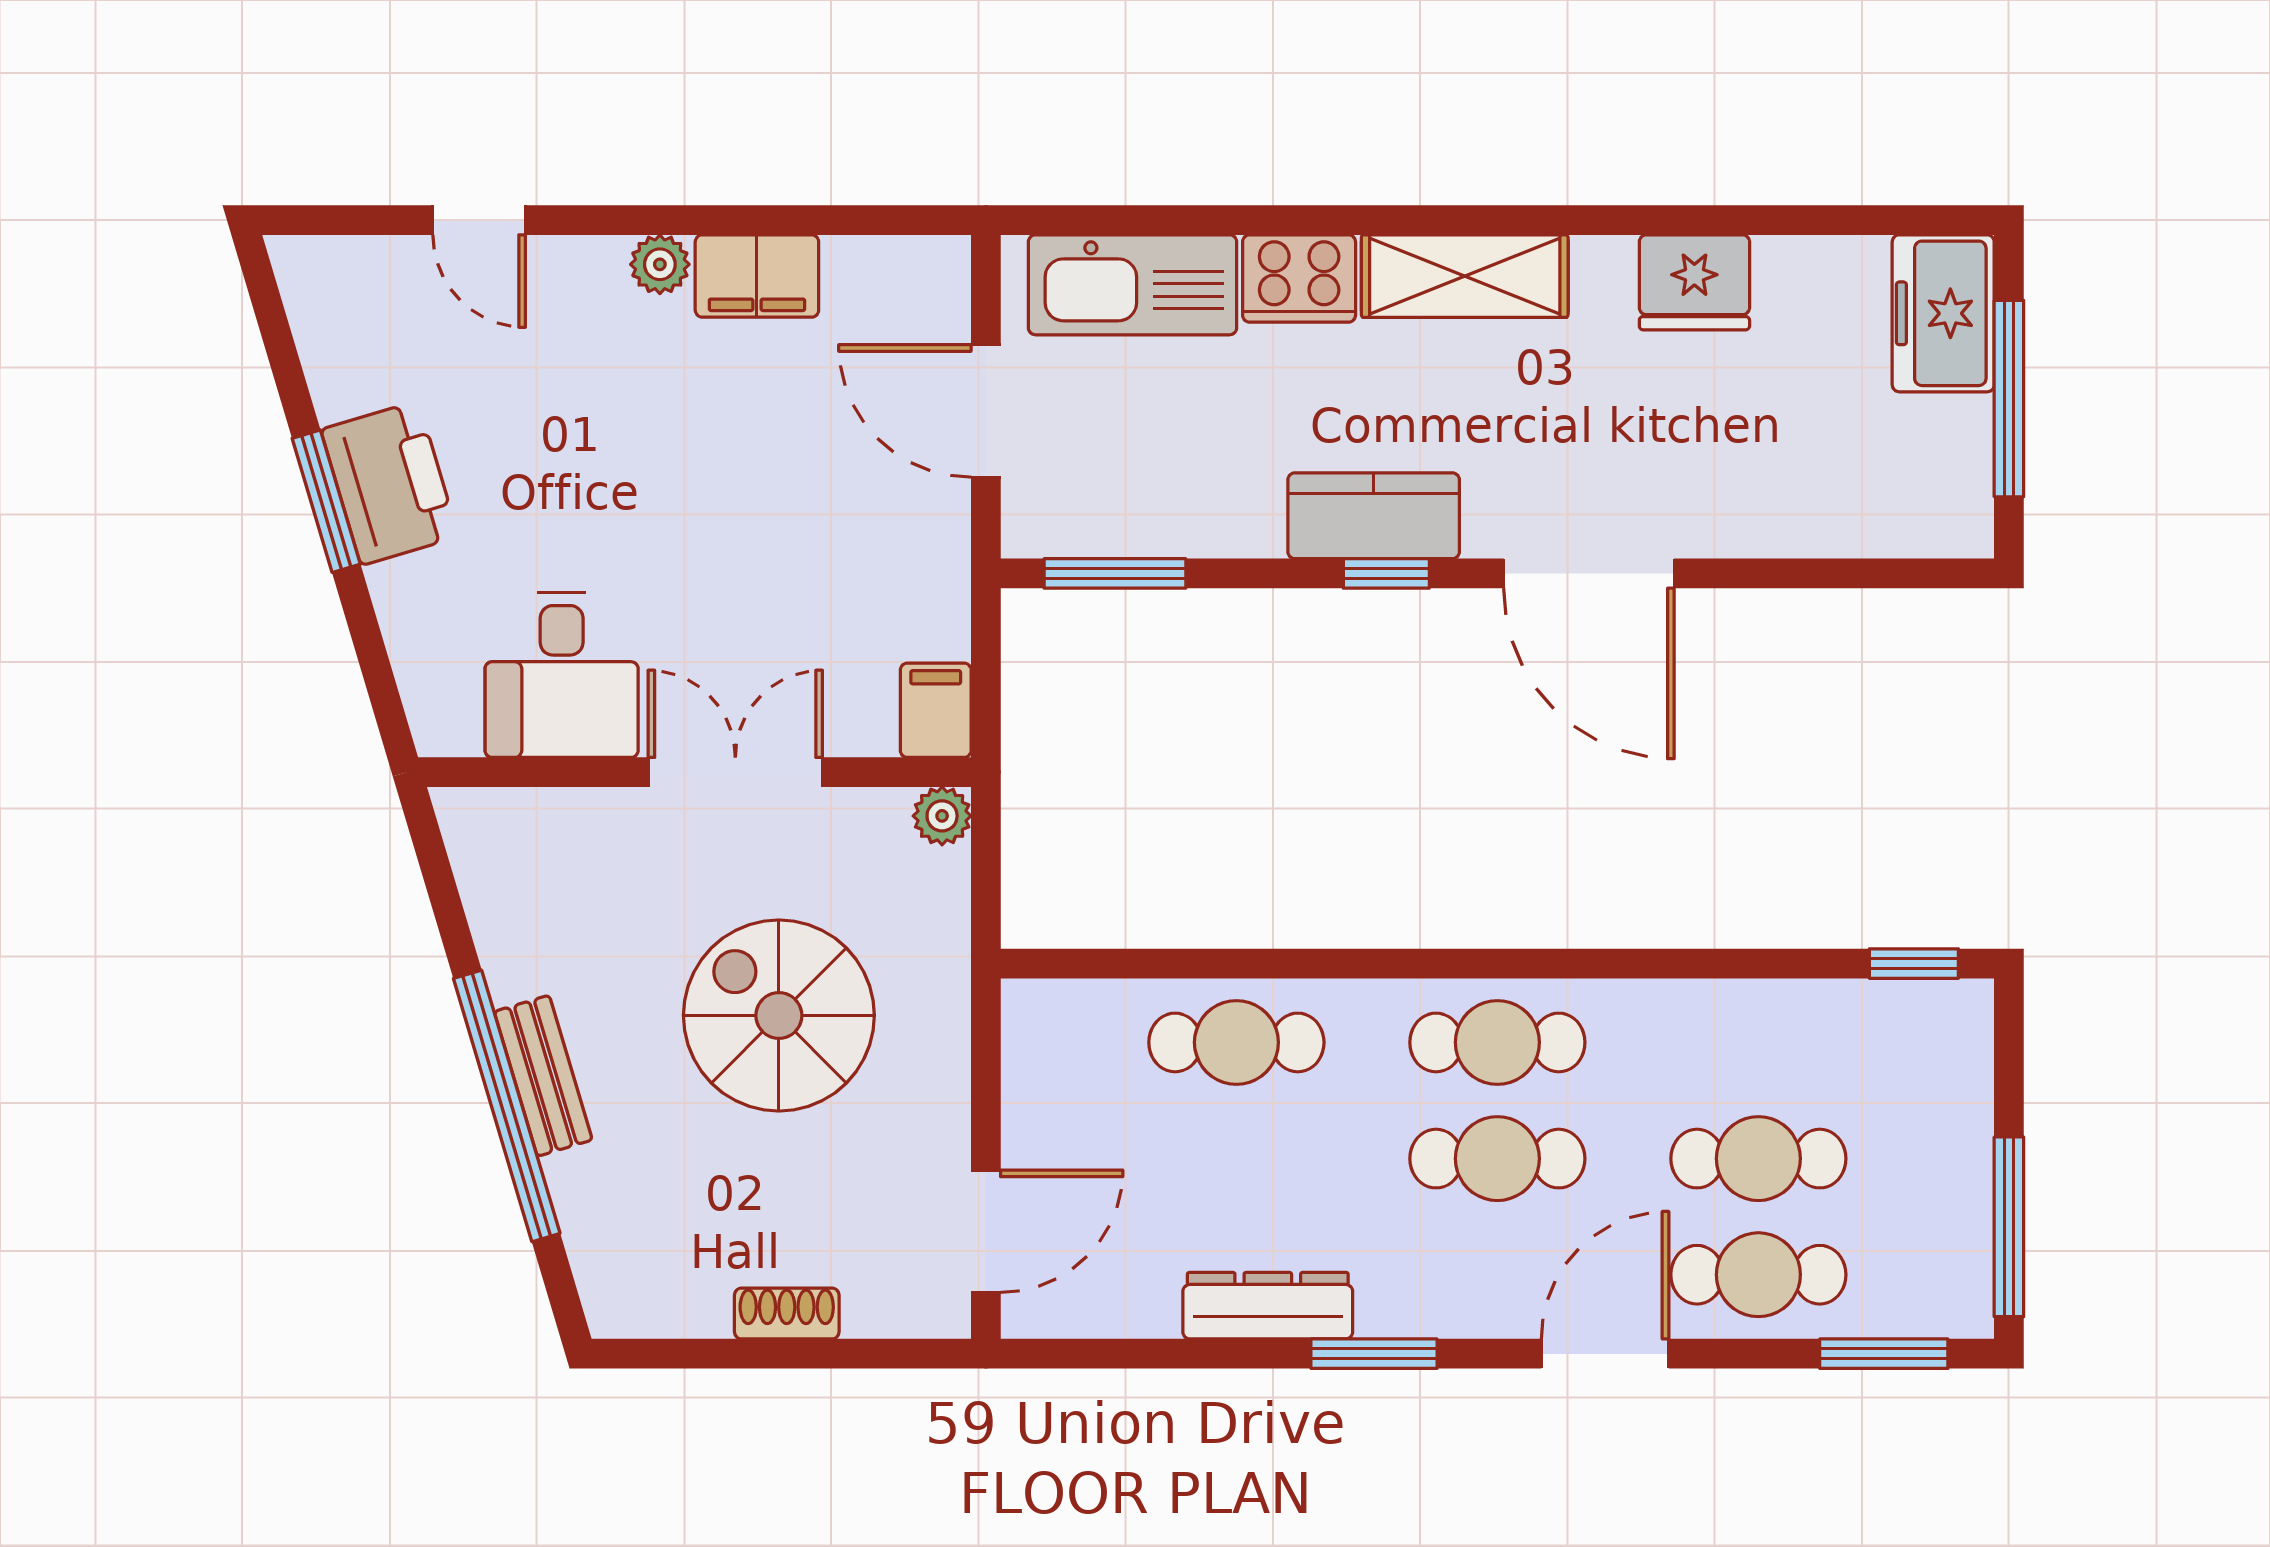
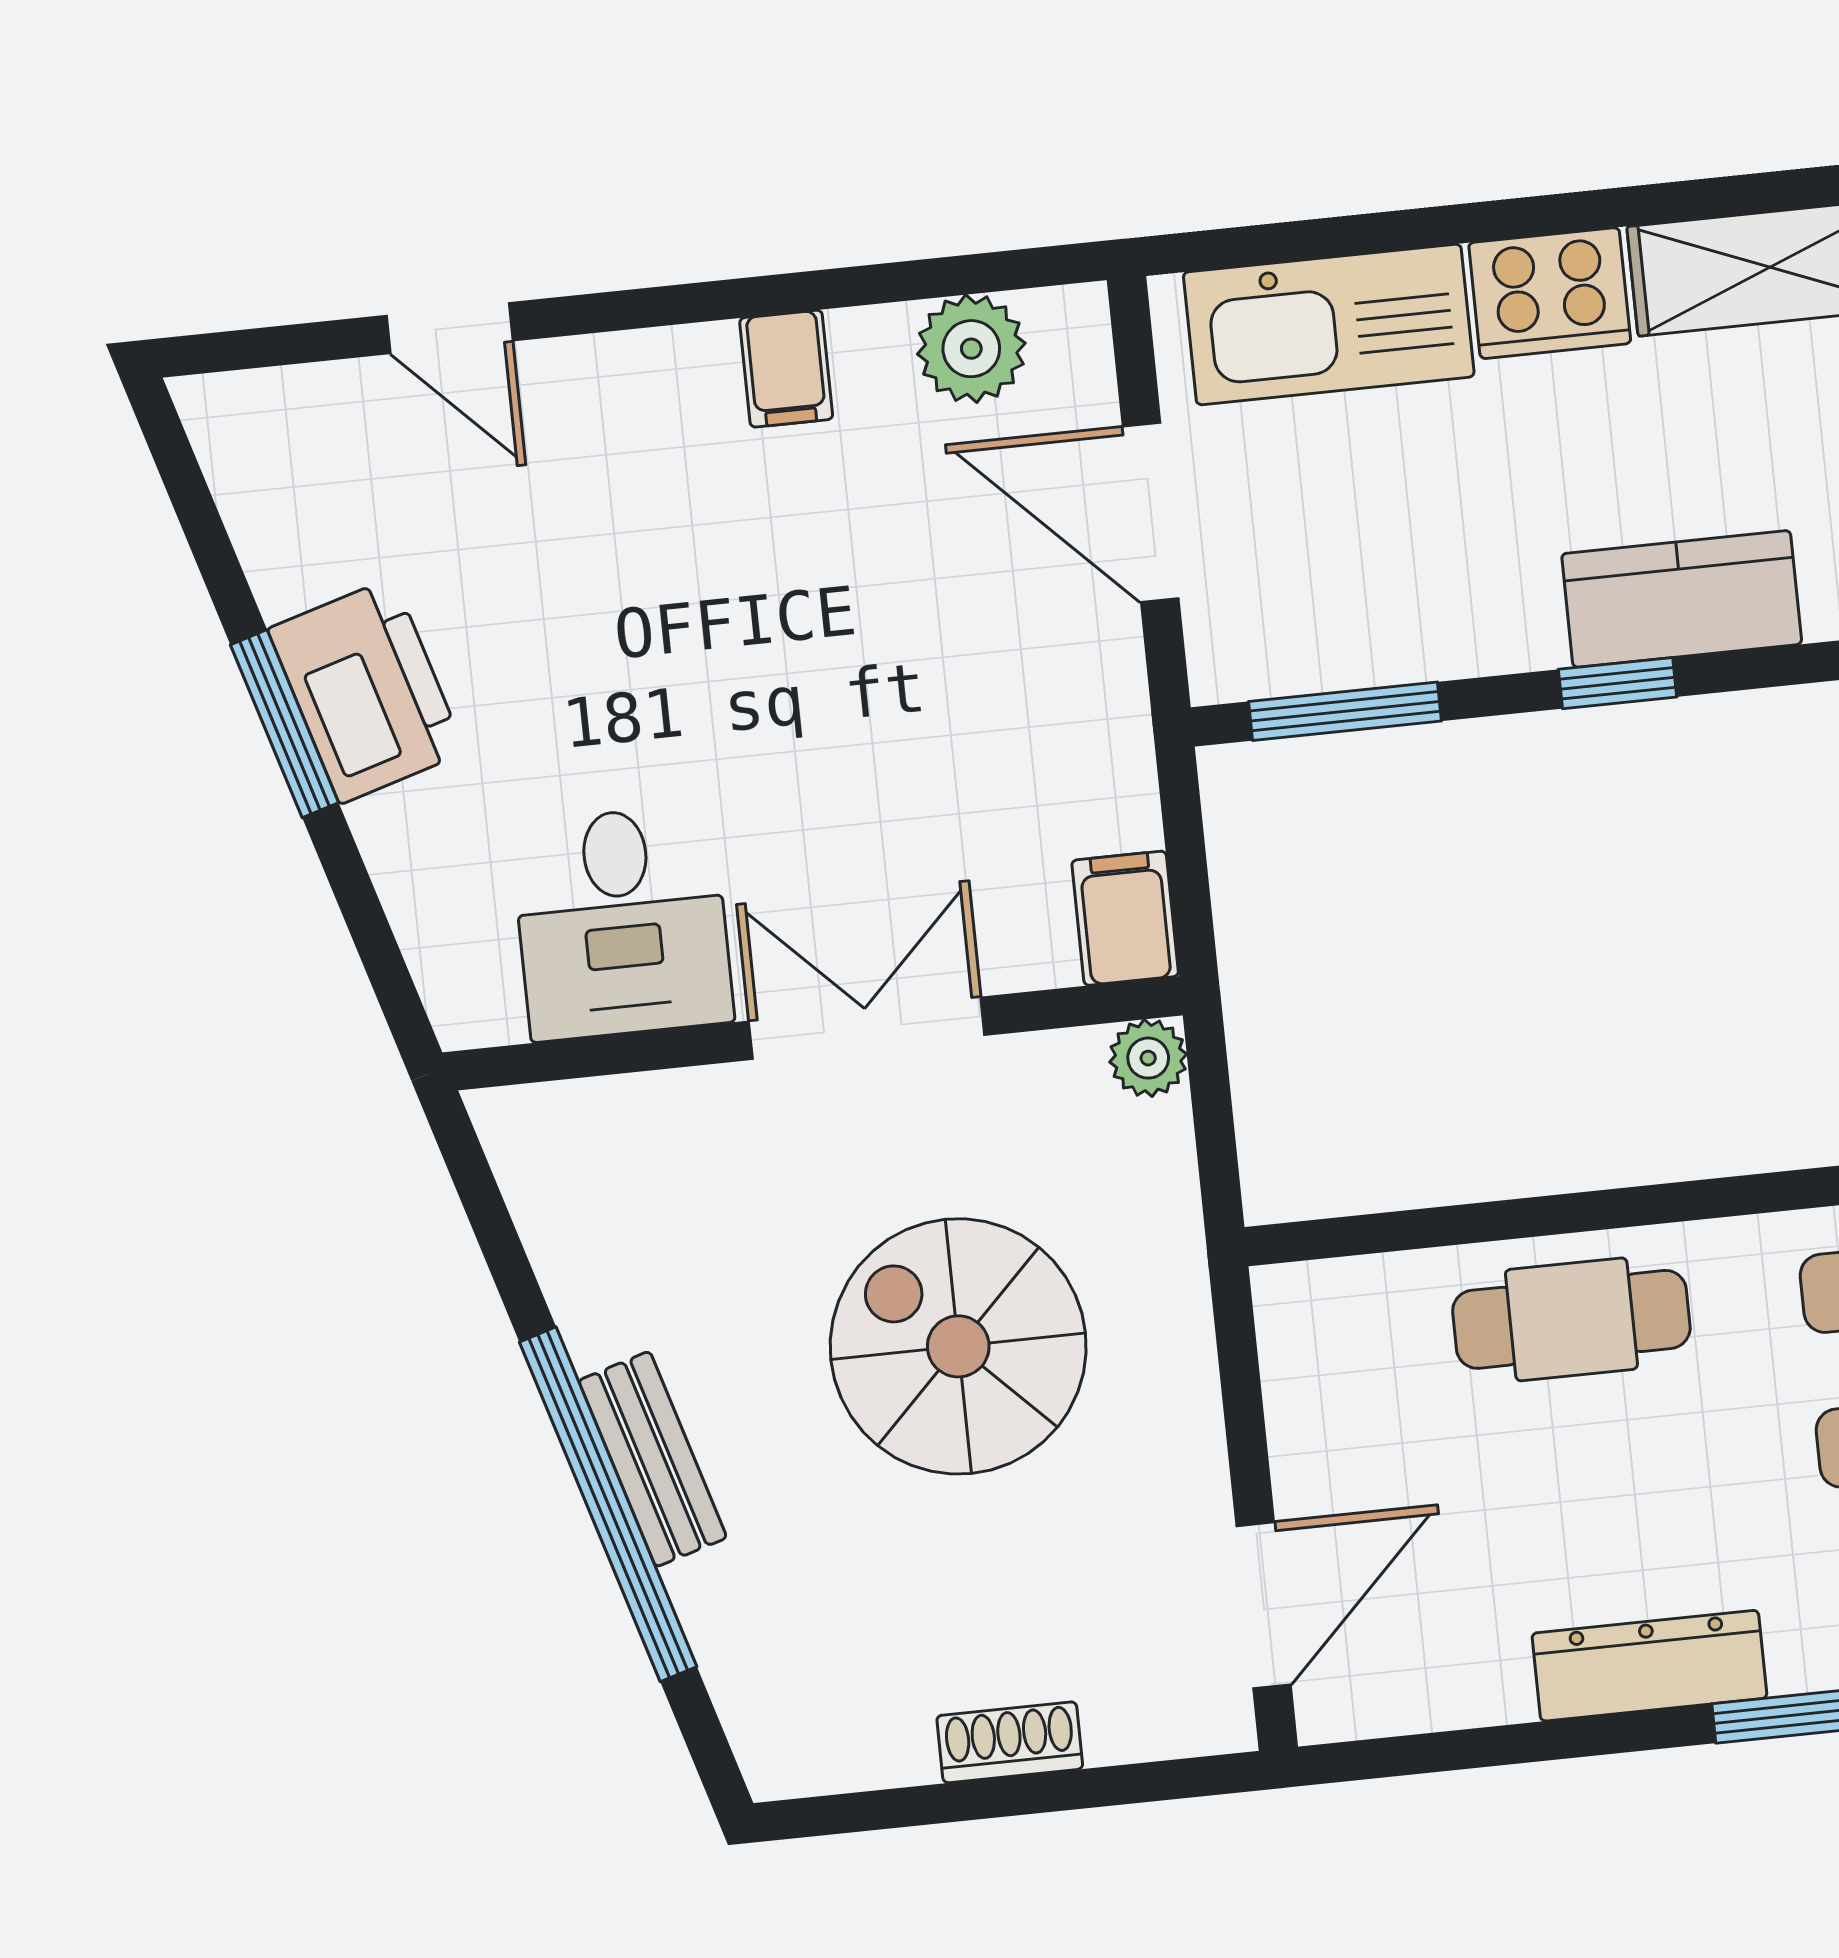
plant: (660, 264) -> (971, 349), moved, width x1.38, depth x1.38
filing cabinet: (757, 276) -> (786, 369), width x0.50
window: (1386, 573) -> (1618, 683), moved

